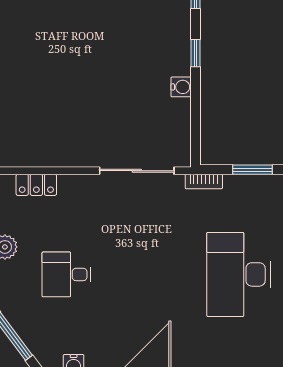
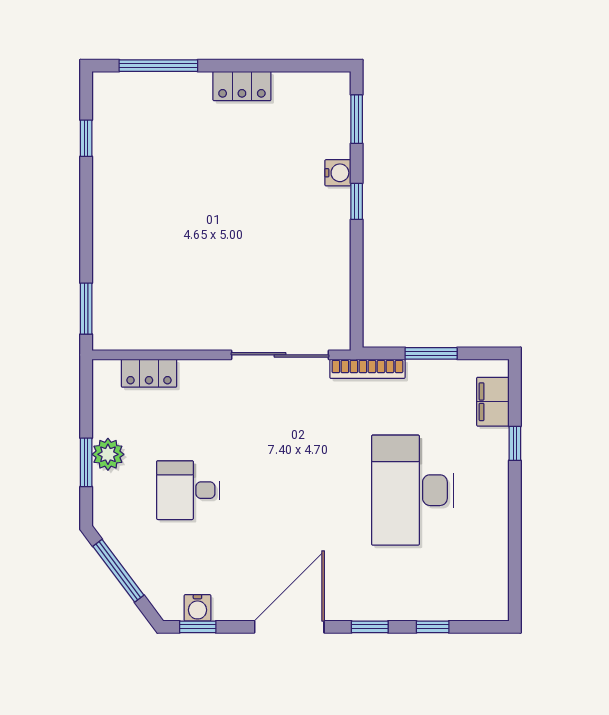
water cooler: (181, 87) -> (338, 173), moved
bookcase: (204, 181) -> (367, 369), width x1.56

